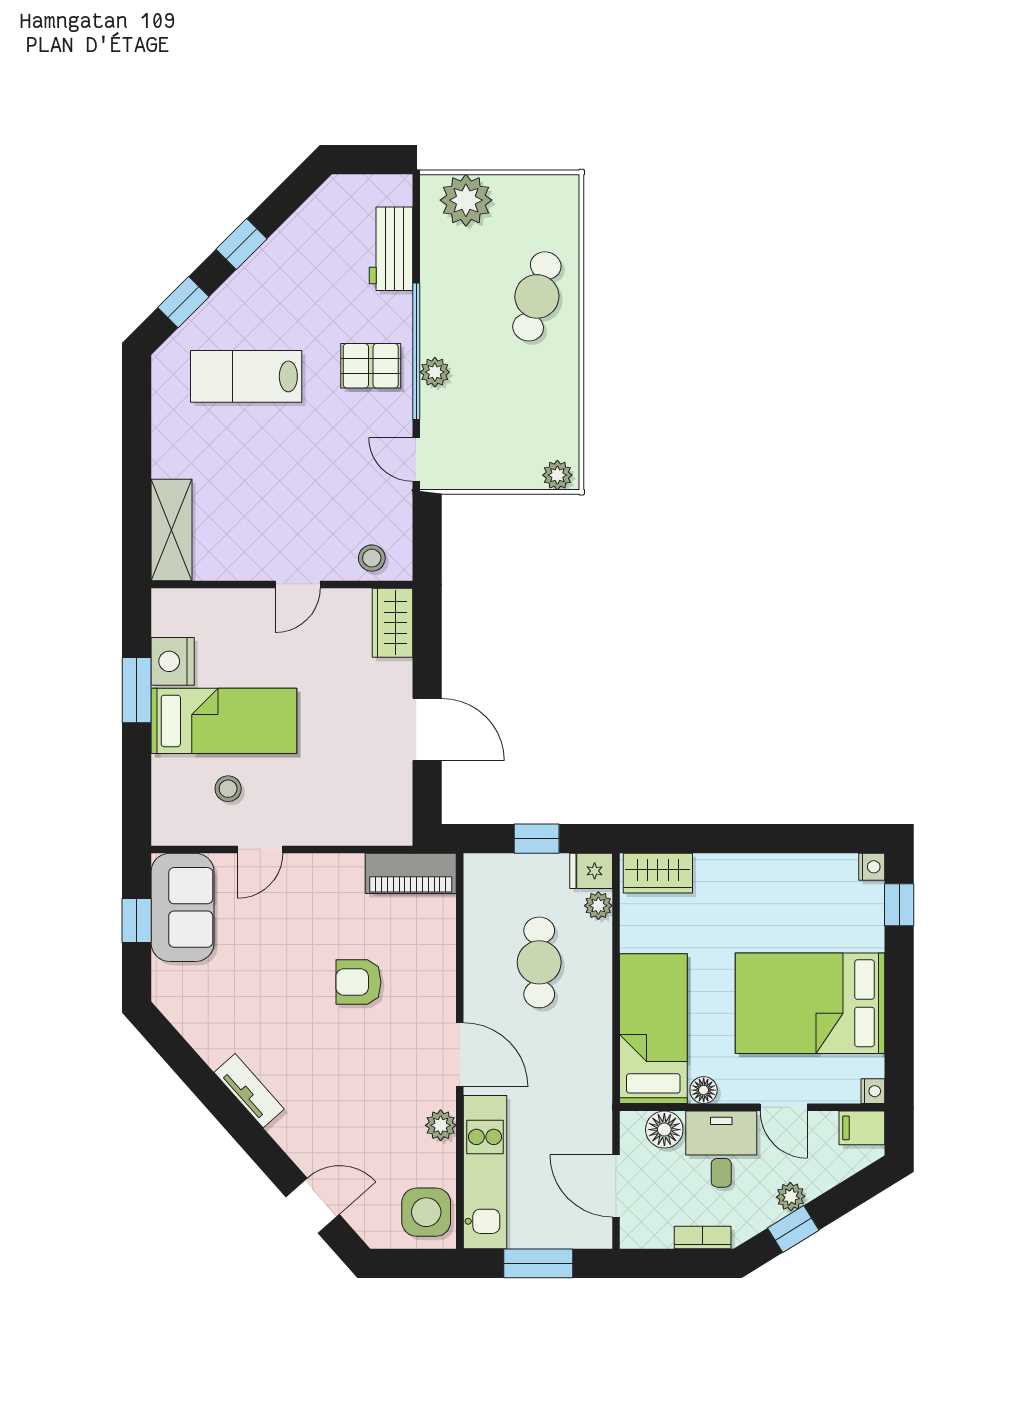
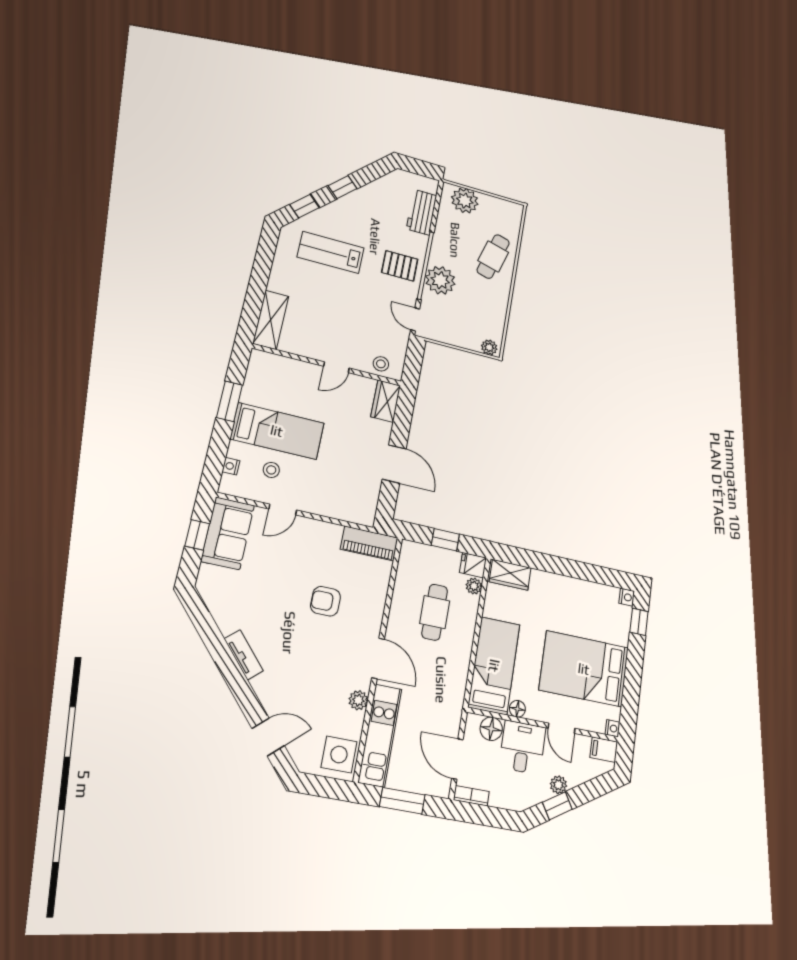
plant: (435, 372) -> (440, 280), width x1.88, depth x1.88
nightstand: (173, 661) -> (231, 466), moved, width x0.53, depth x0.56
bookcase: (703, 1238) -> (471, 796), moved

